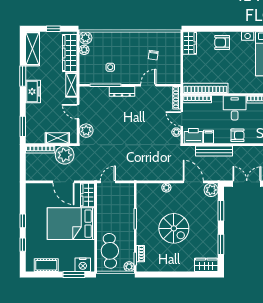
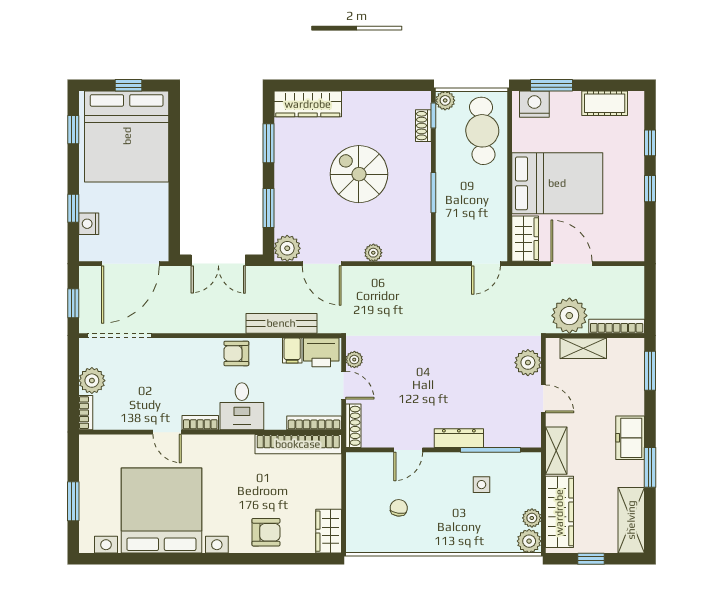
wardrobe: (206, 265) -> (308, 104), width x1.50

